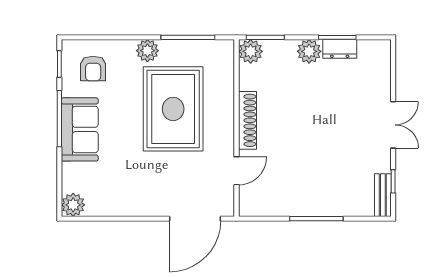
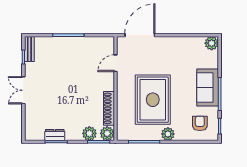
plant: (309, 51) -> (89, 133), moved
shoe rack: (248, 120) -> (109, 108), moved

